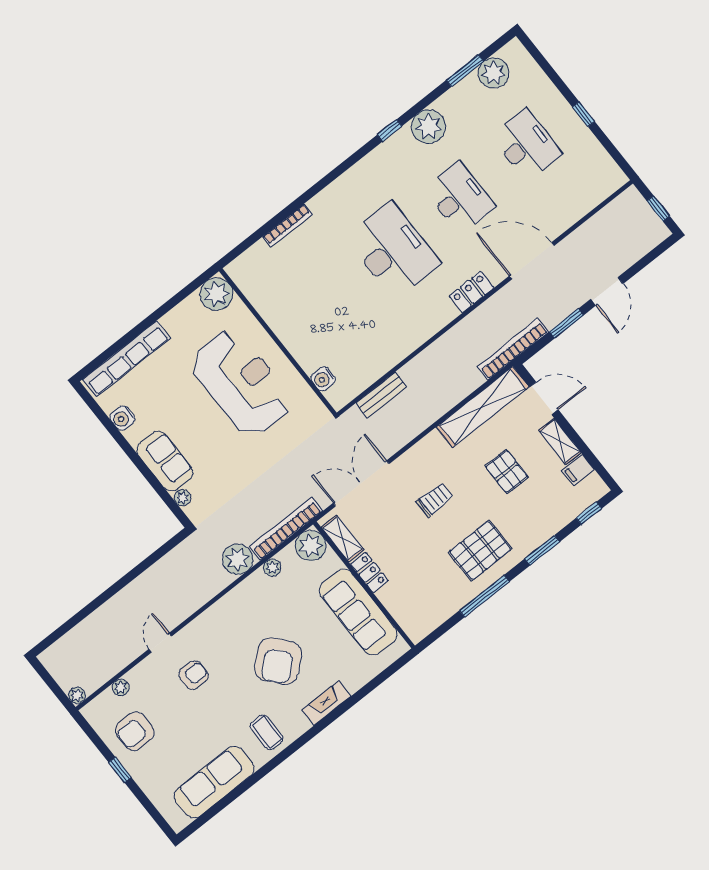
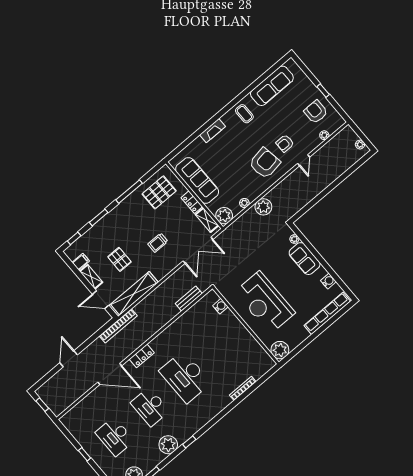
window: (566, 323) -> (90, 341), removed
bookcase: (286, 529) -> (238, 224), removed
pallet: (480, 550) -> (159, 192), moved
armchair: (278, 661) -> (265, 163), moved, turned 32
plant: (77, 695) -> (360, 145), moved
armchair: (135, 731) -> (316, 112), turned -90

